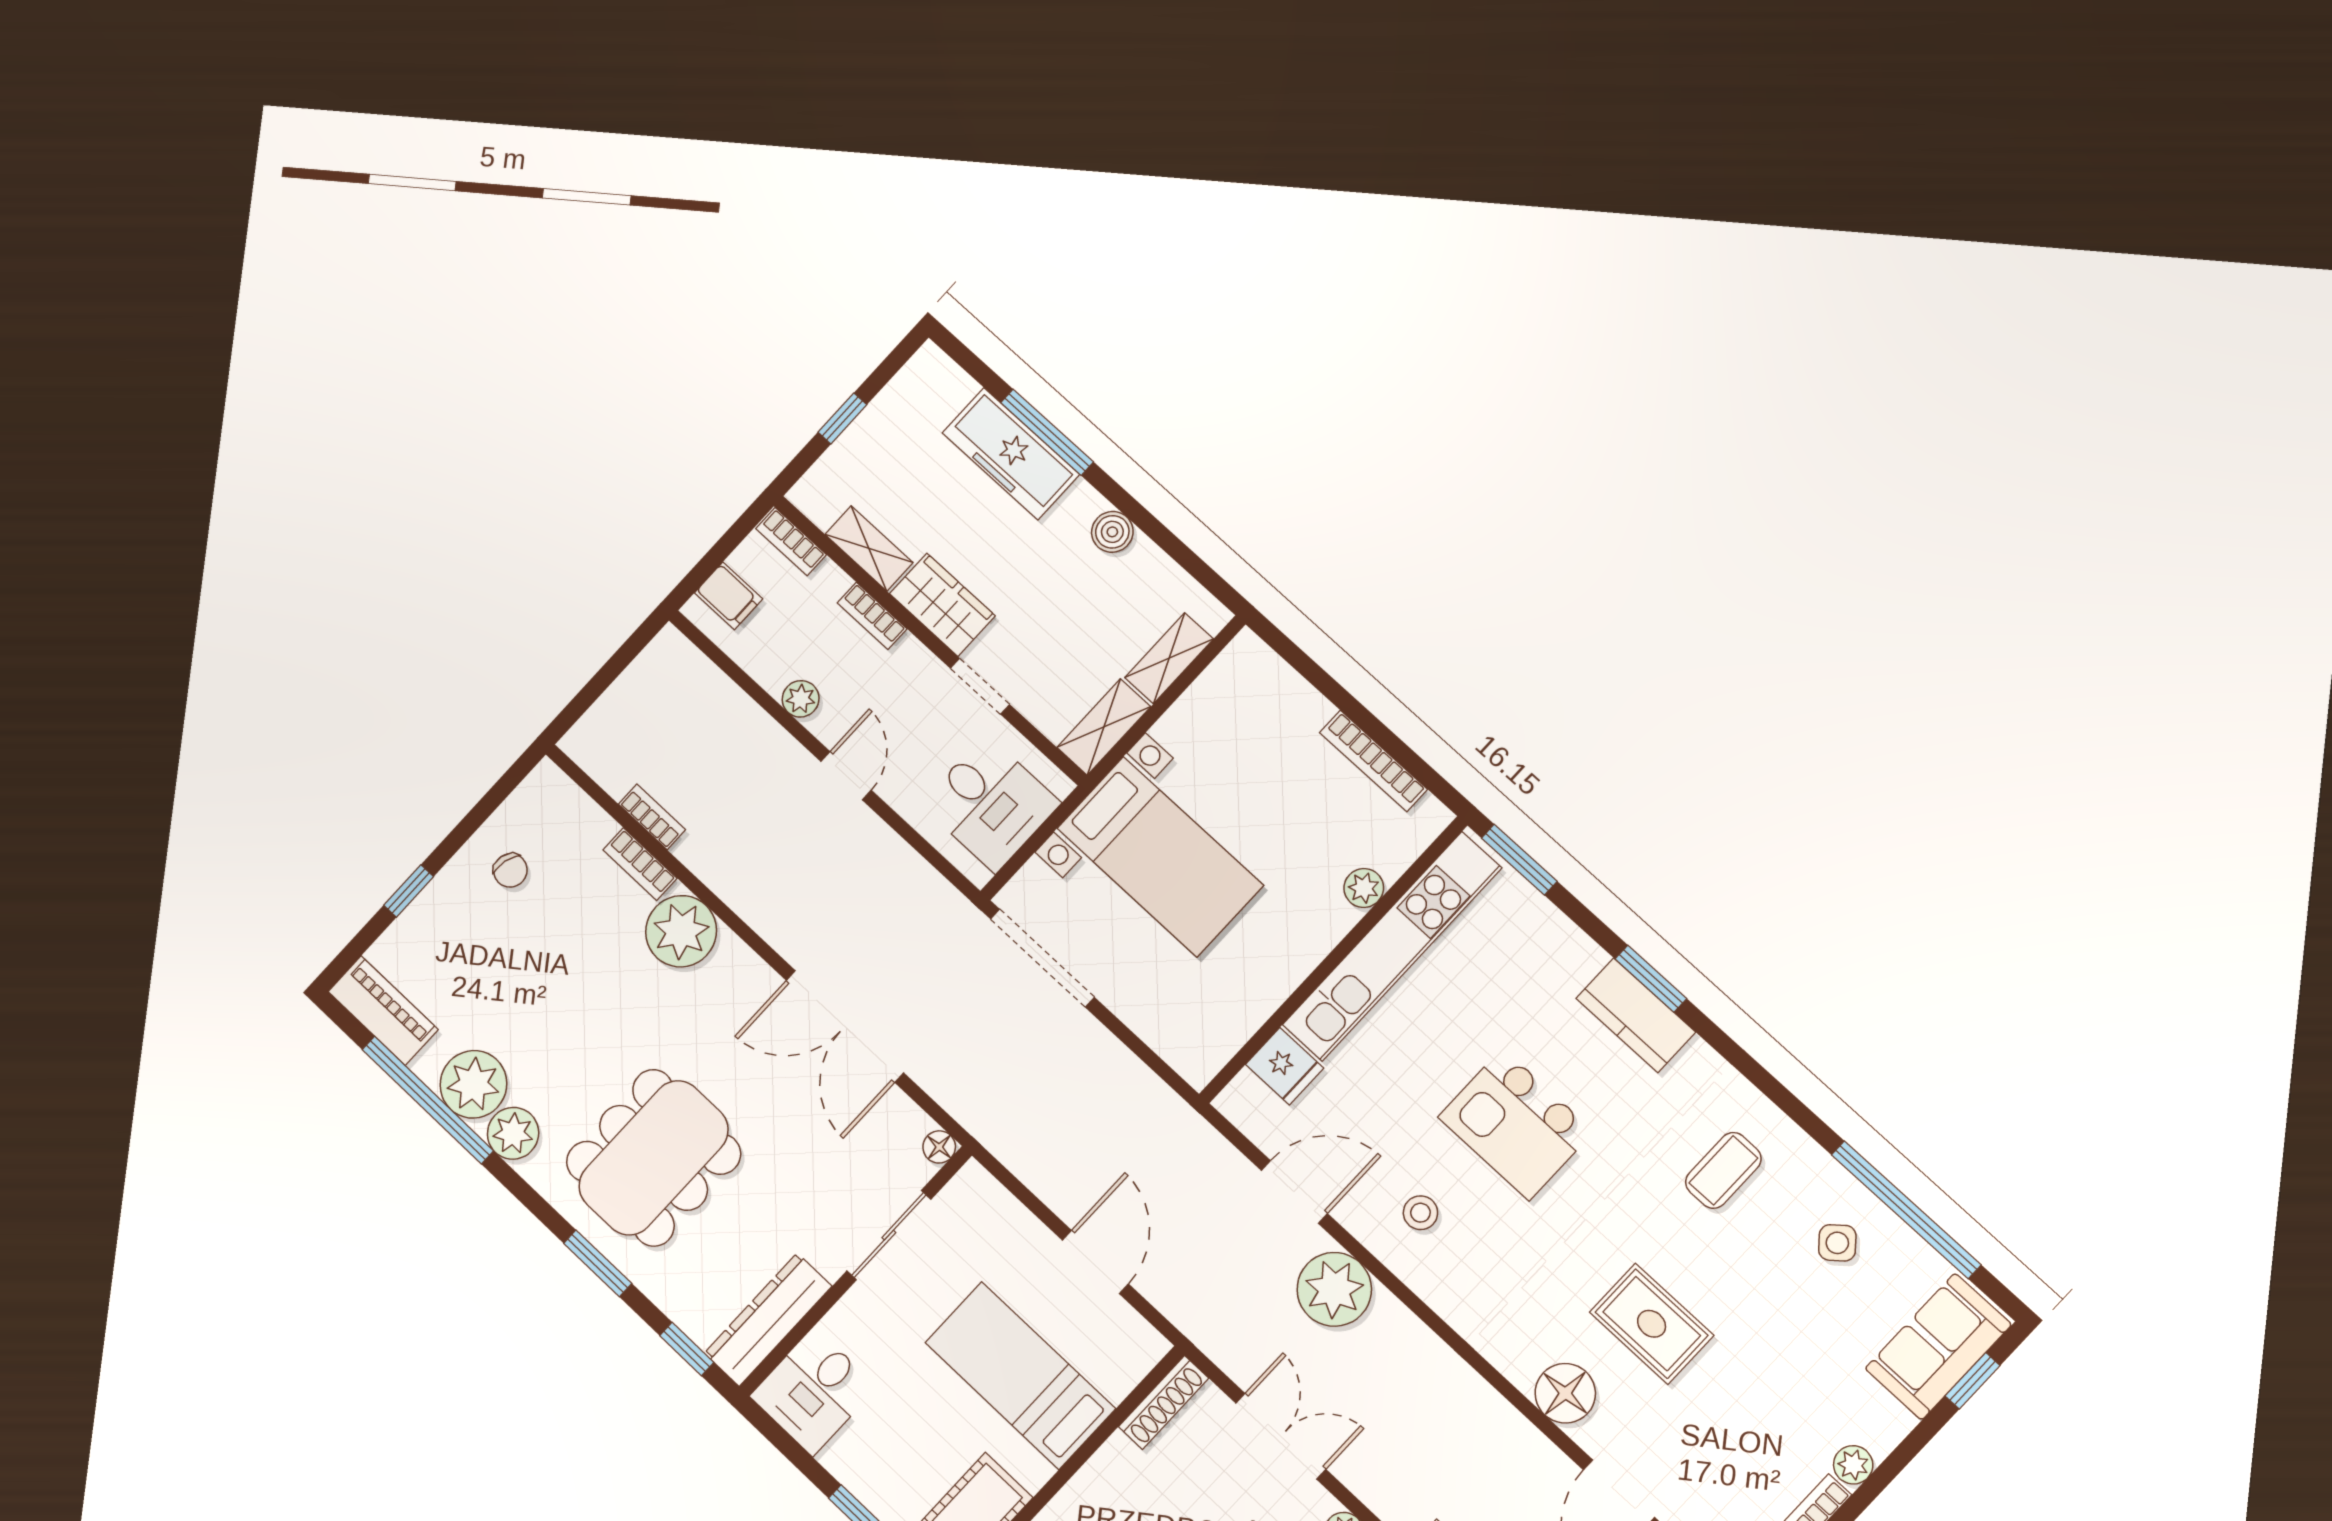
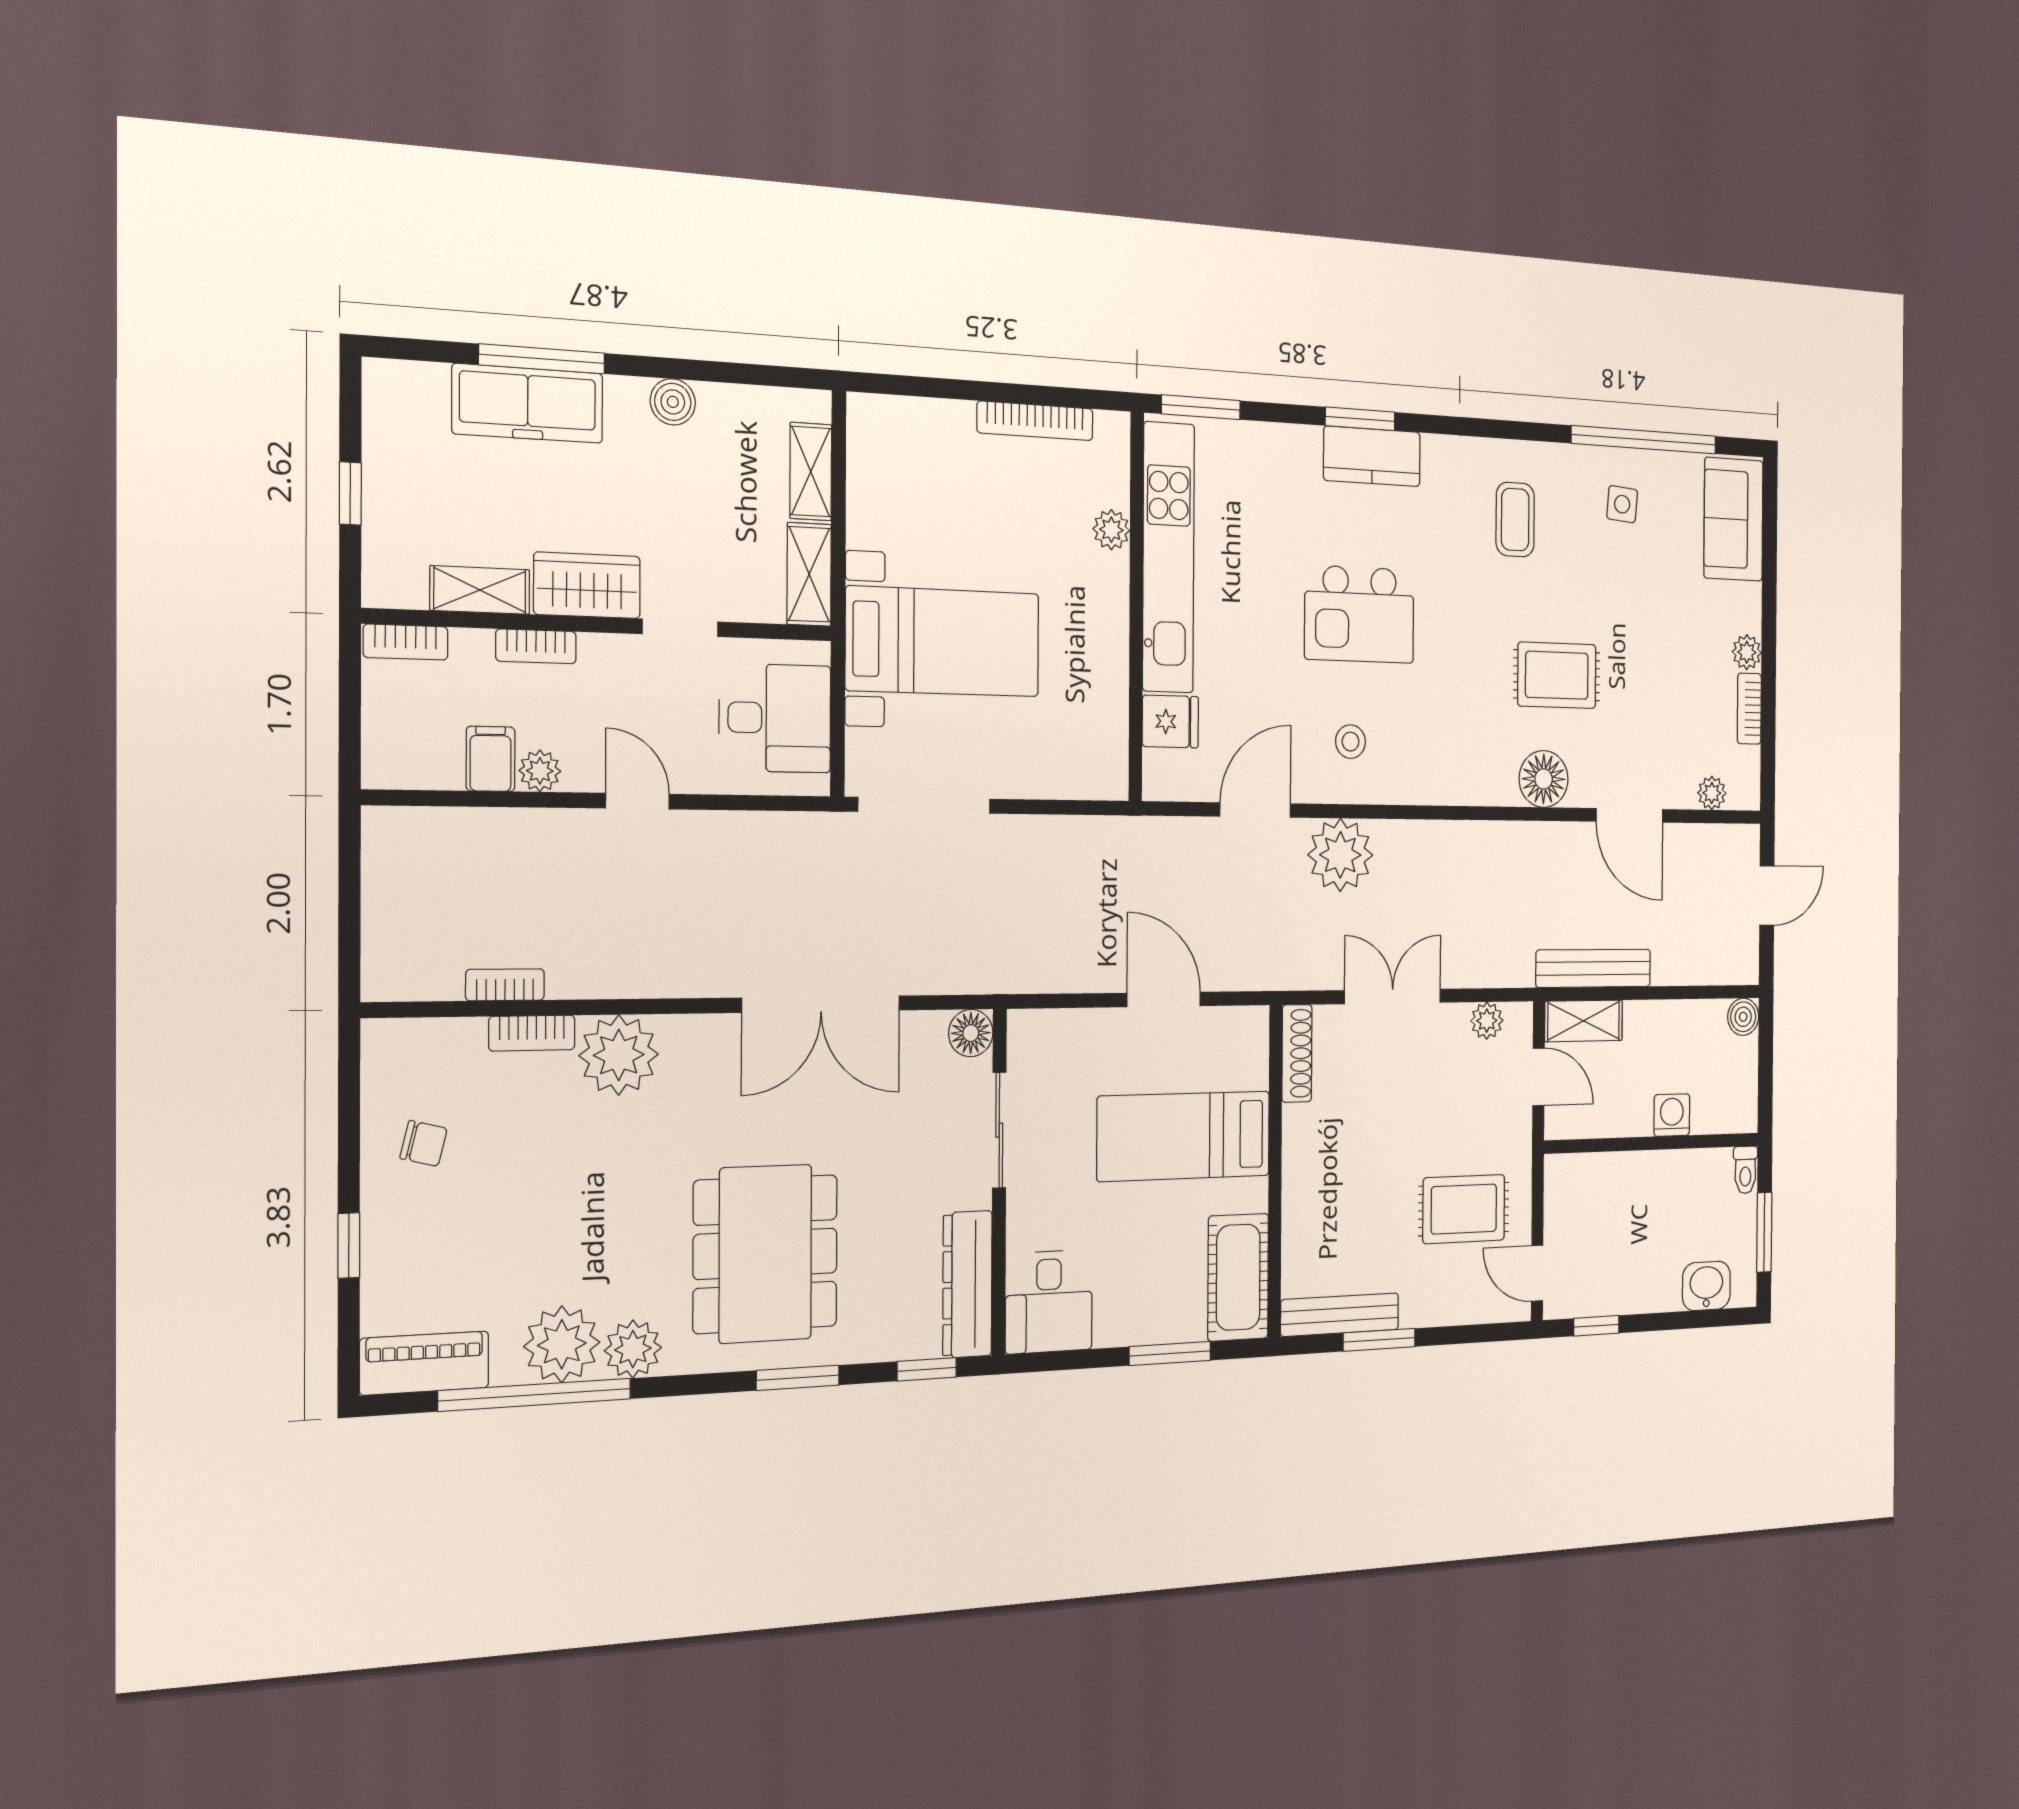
filing cabinet: (729, 596) -> (491, 759), moved, turned -90
floor lamp: (939, 1147) -> (971, 1033), width x1.37, depth x1.37
side table: (1837, 1243) -> (1622, 504), turned 45
window: (1973, 1381) -> (1770, 524), removed

